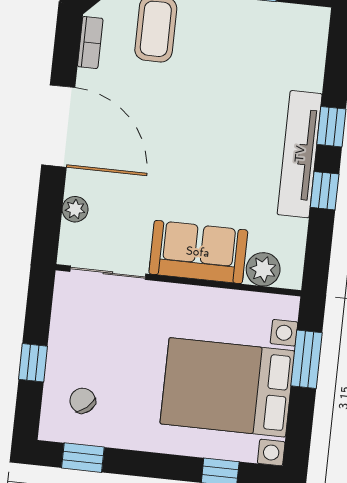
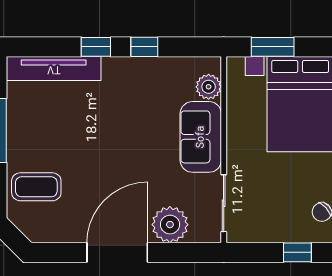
bookcase: (90, 43) -> (52, 235), removed
tv unit: (300, 154) -> (54, 69), moved
plant: (75, 209) -> (170, 225), width x1.87, depth x1.87

